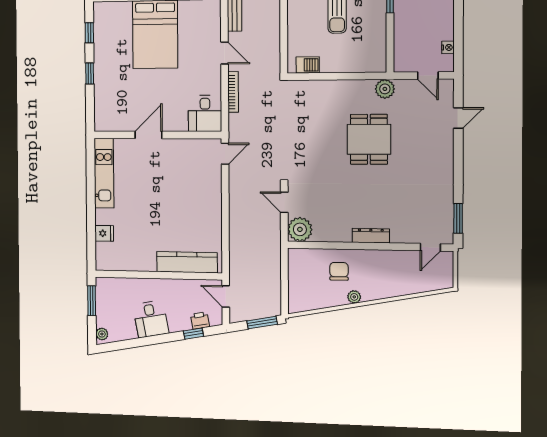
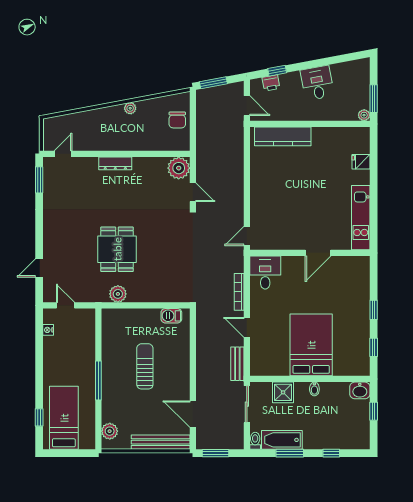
plant: (385, 89) -> (118, 294), moved
chair: (339, 271) -> (177, 120), moved
plant: (102, 334) -> (364, 115), moved

